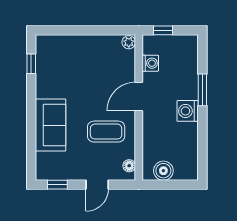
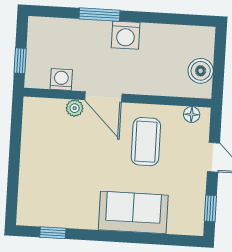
plant: (129, 42) -> (75, 108), moved

